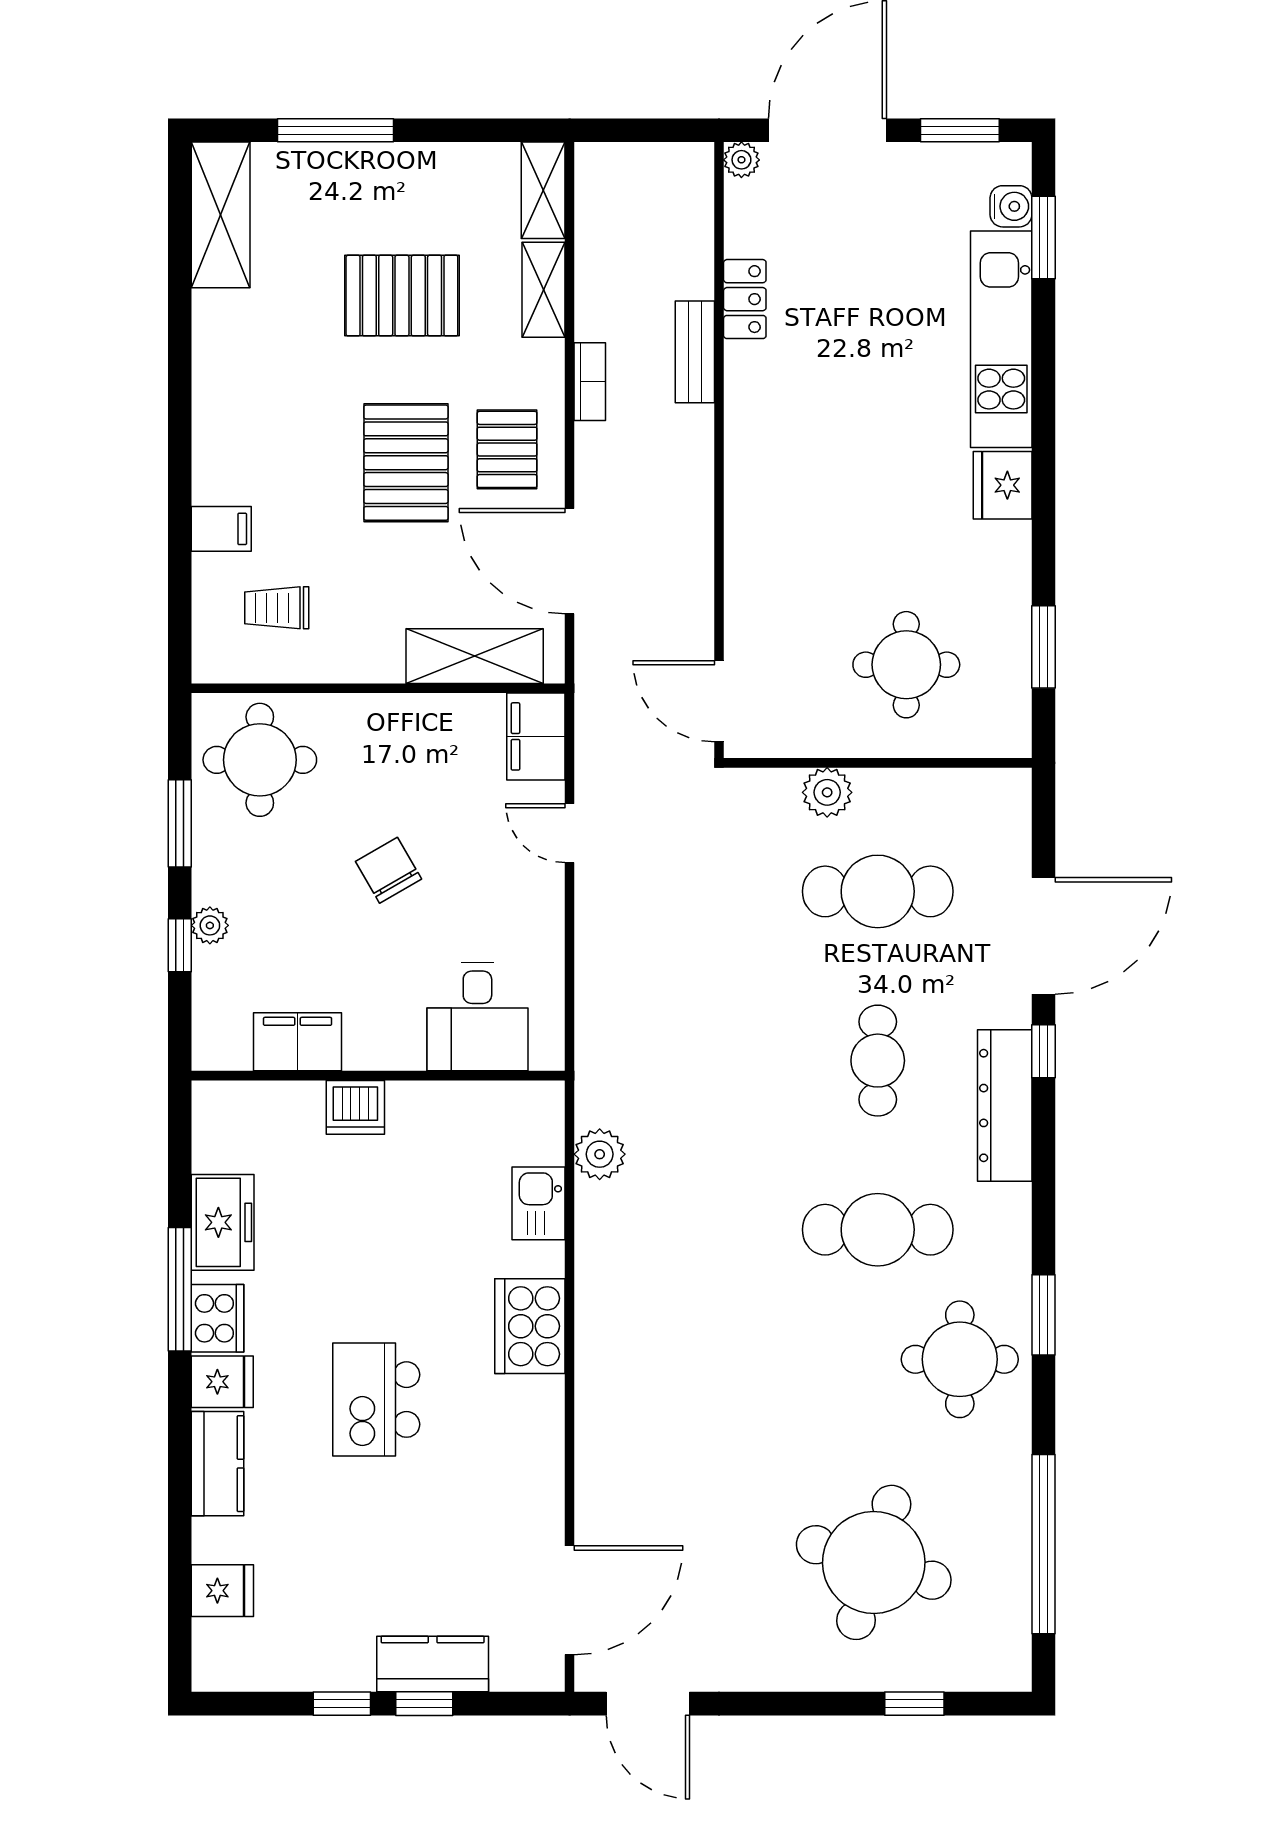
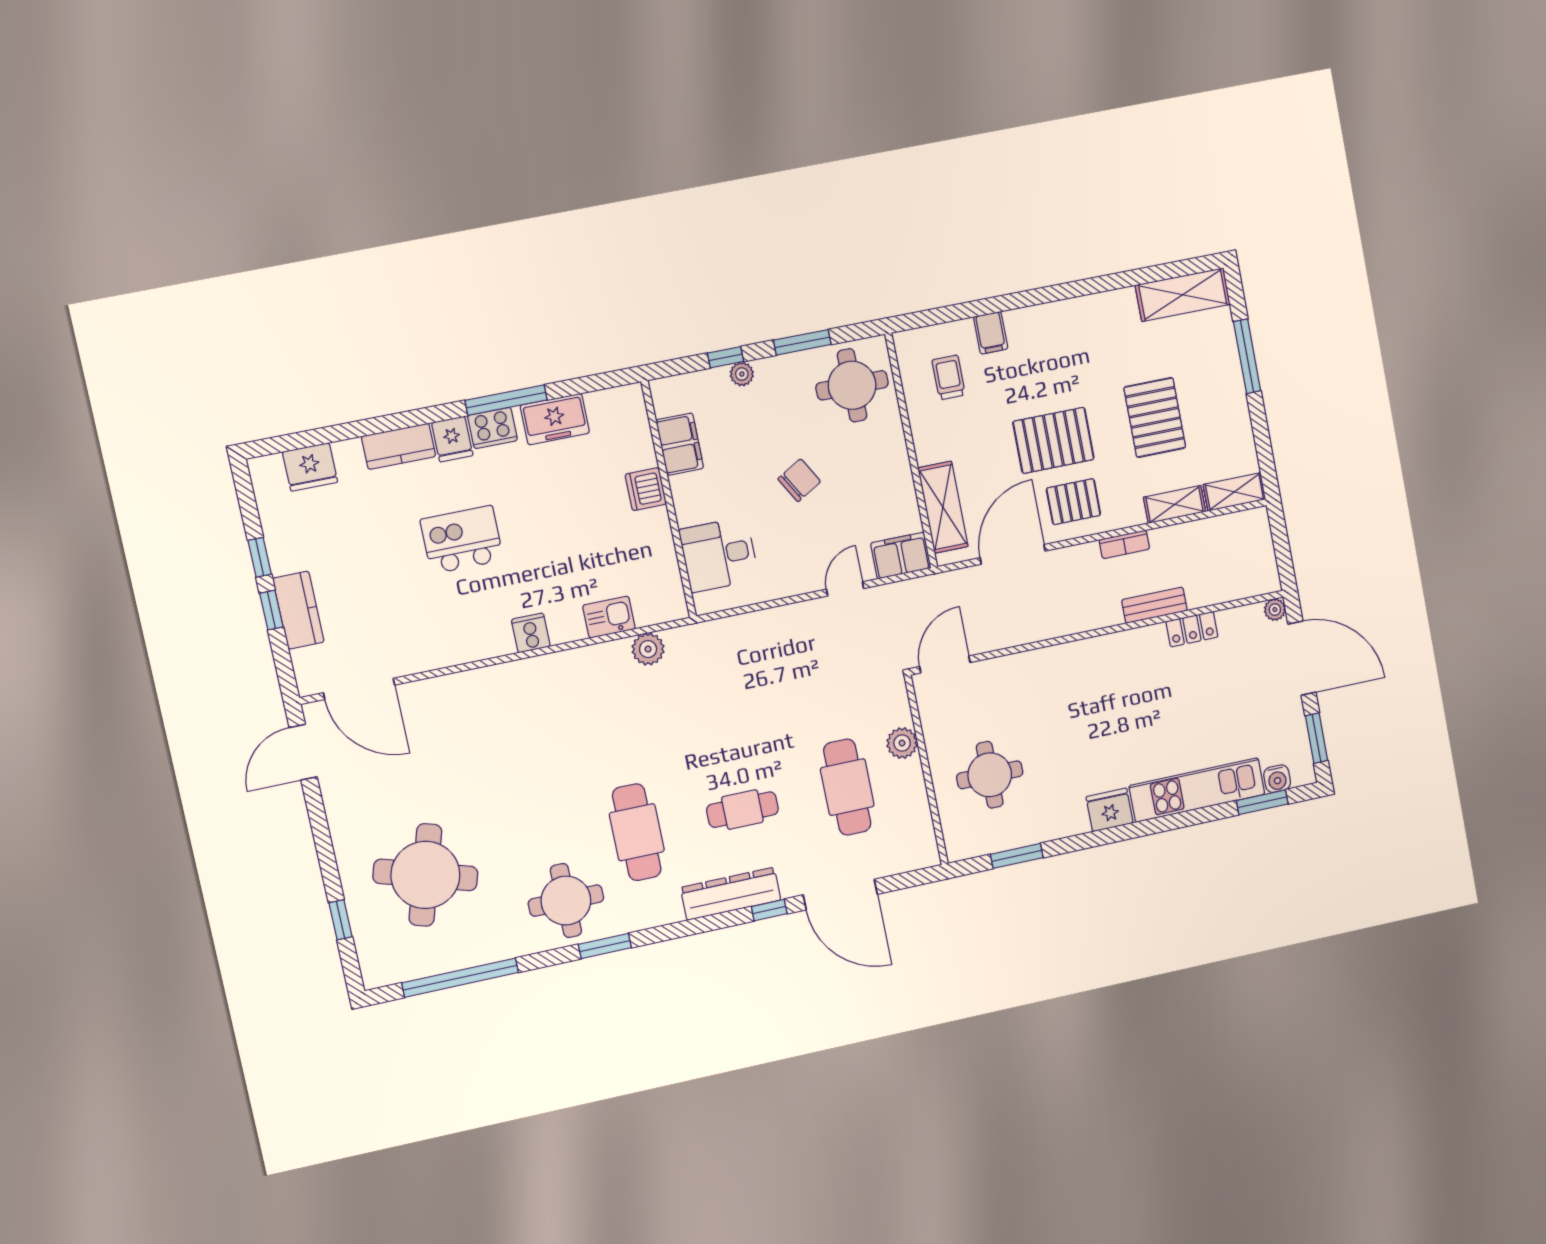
cooker: (530, 1326) -> (531, 633), width x0.53, depth x0.76
fridge: (222, 1591) -> (310, 467), width x1.38

